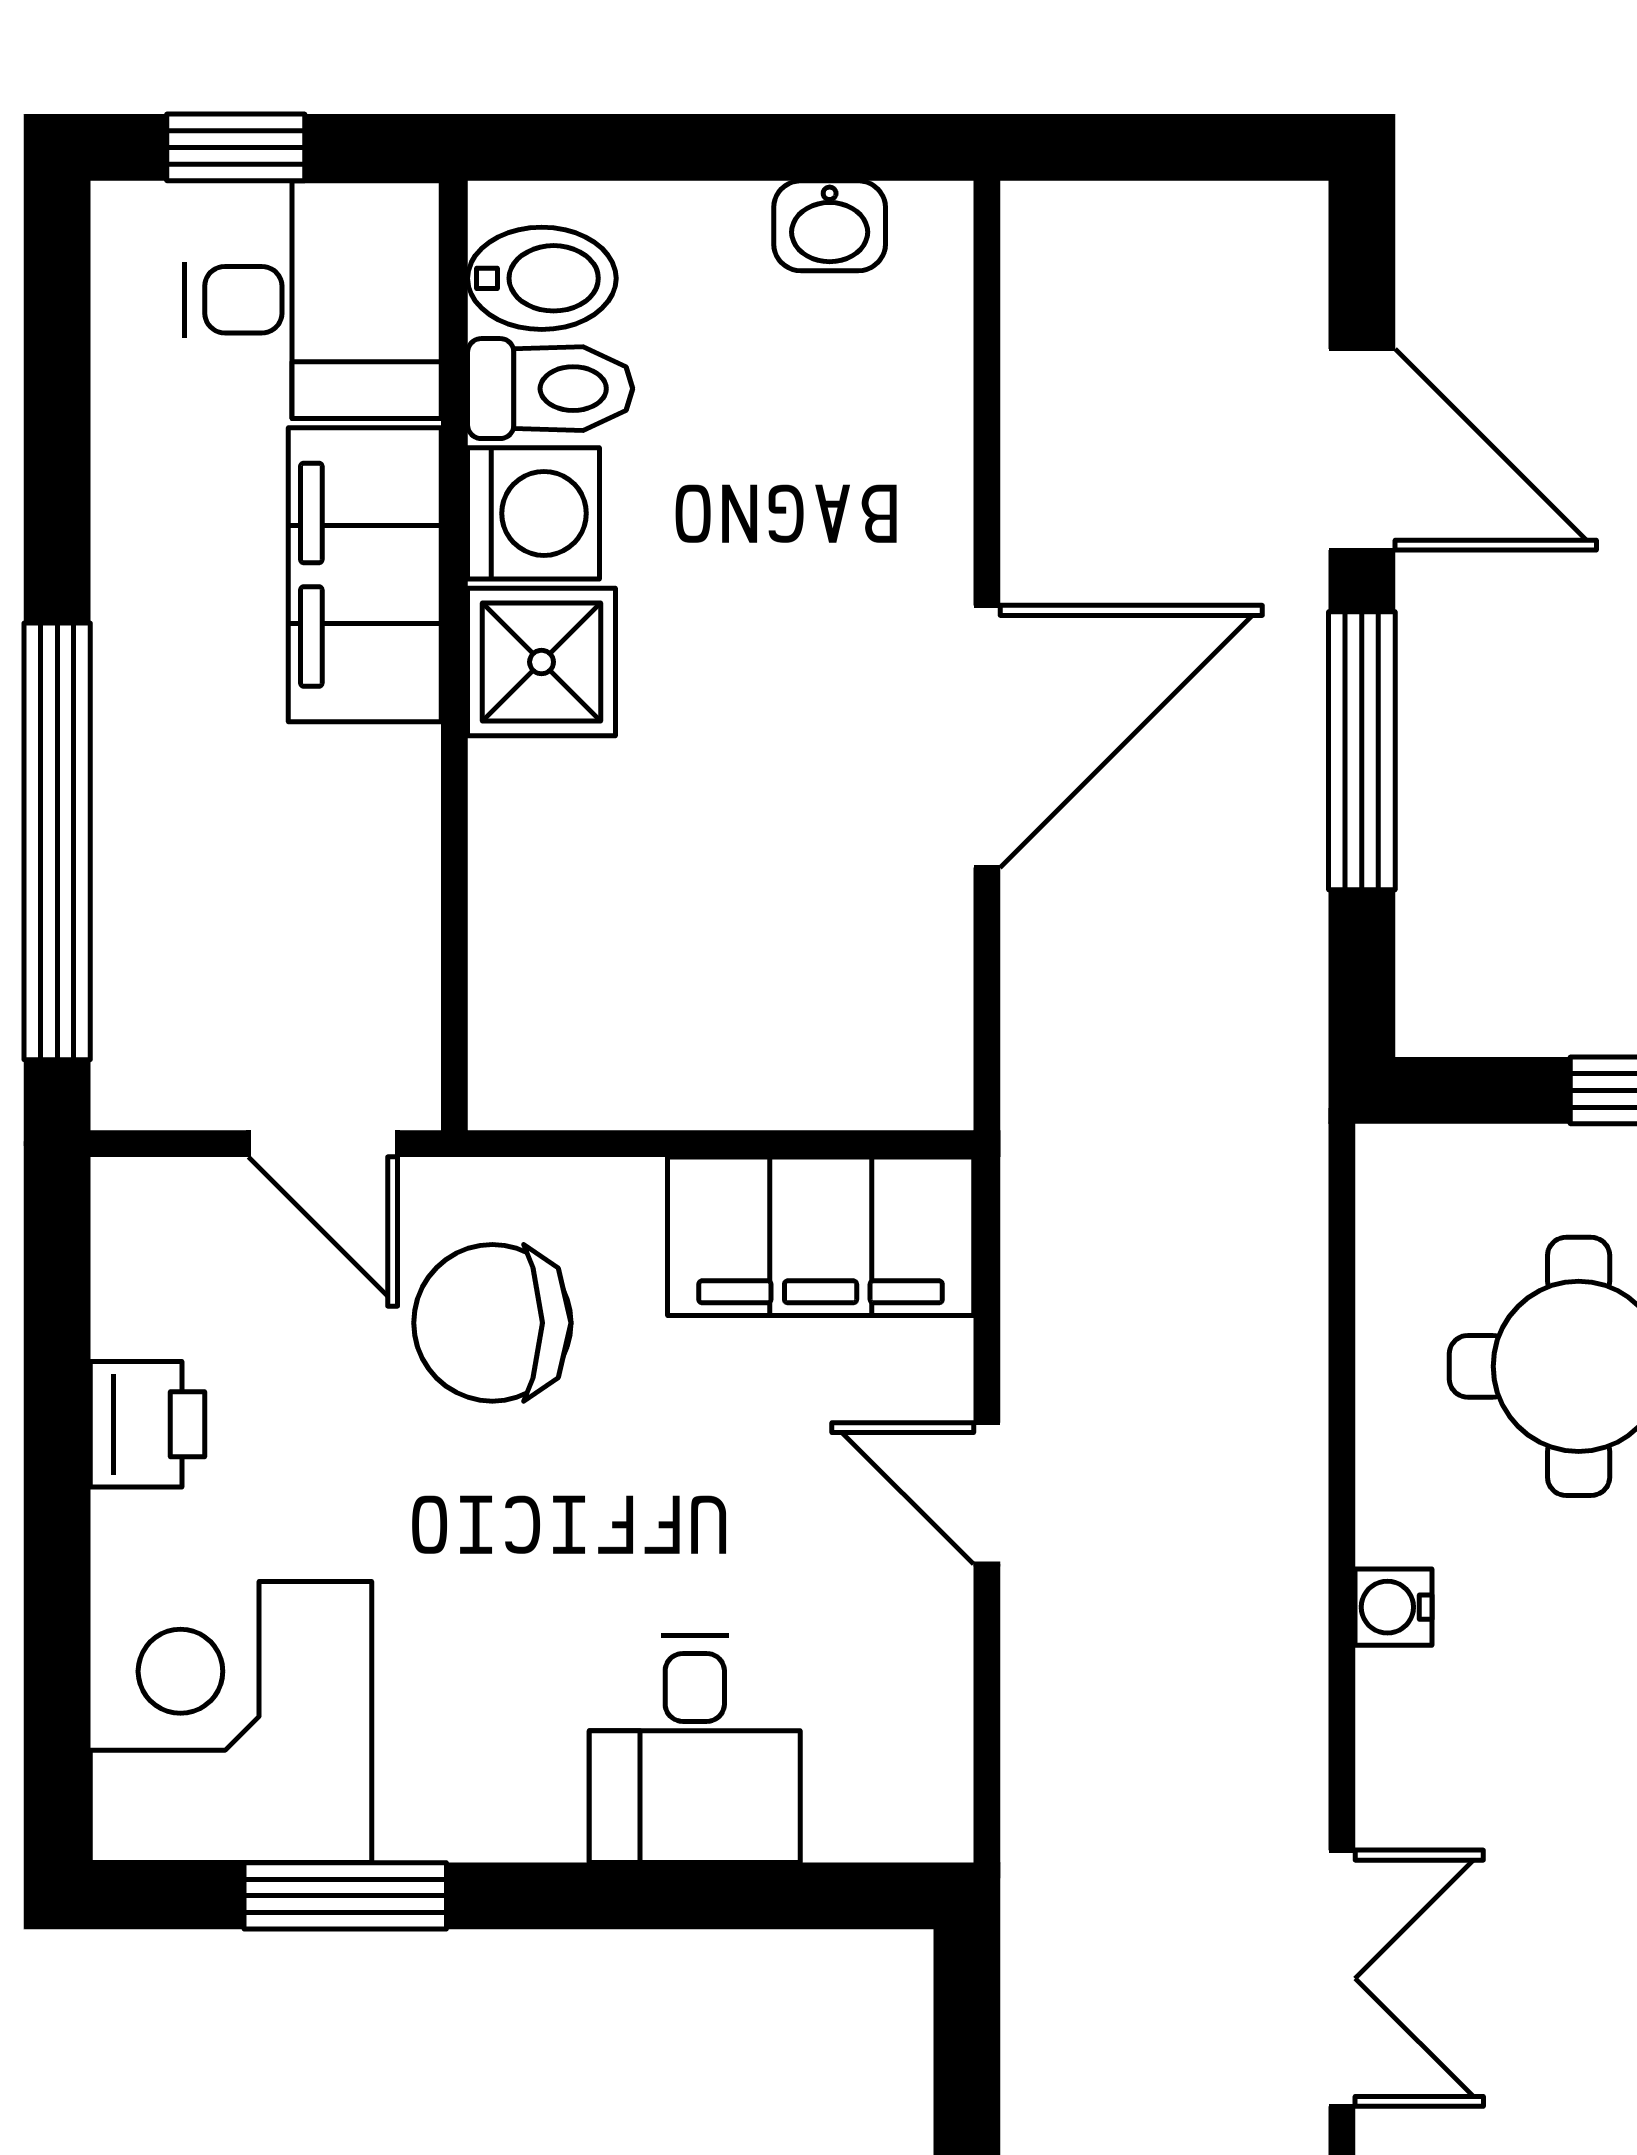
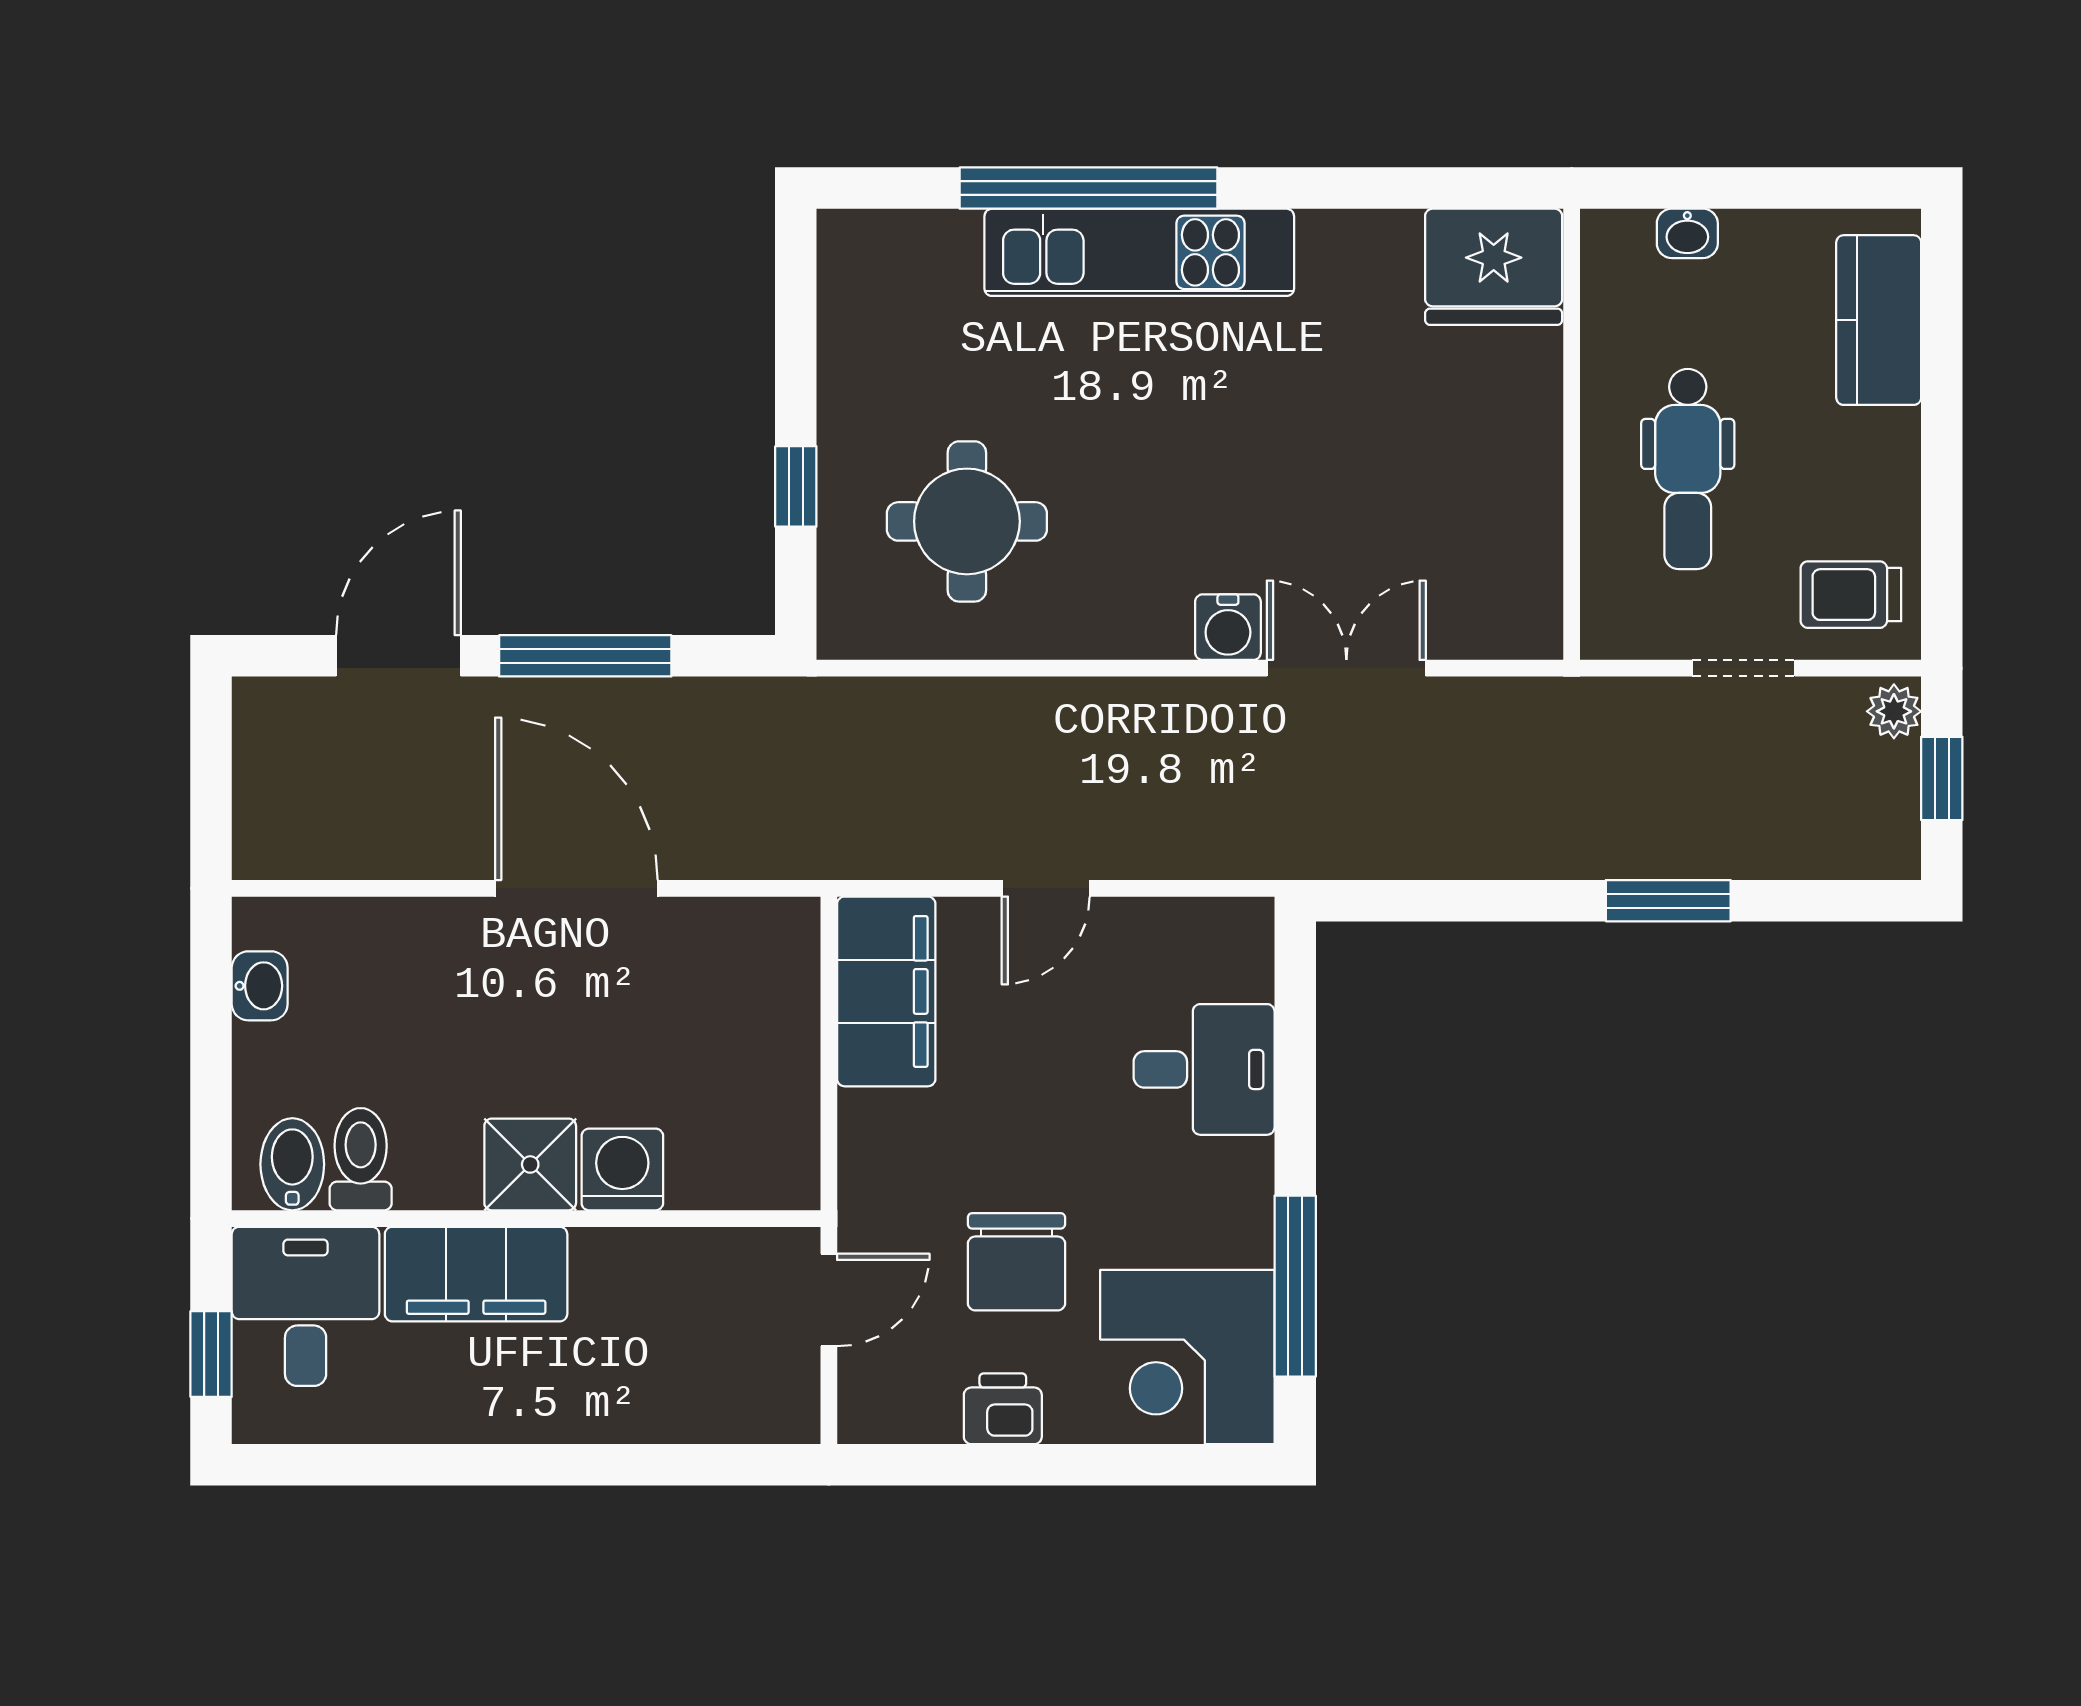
washing machine: (533, 513) -> (622, 1169), moved
window: (57, 841) -> (641, 1465), removed
chair: (492, 1323) -> (1016, 1262), moved
water cooler: (1393, 1607) -> (1228, 627), moved, width x1.38, depth x1.38
window: (345, 1896) -> (1295, 1286), width x1.44

